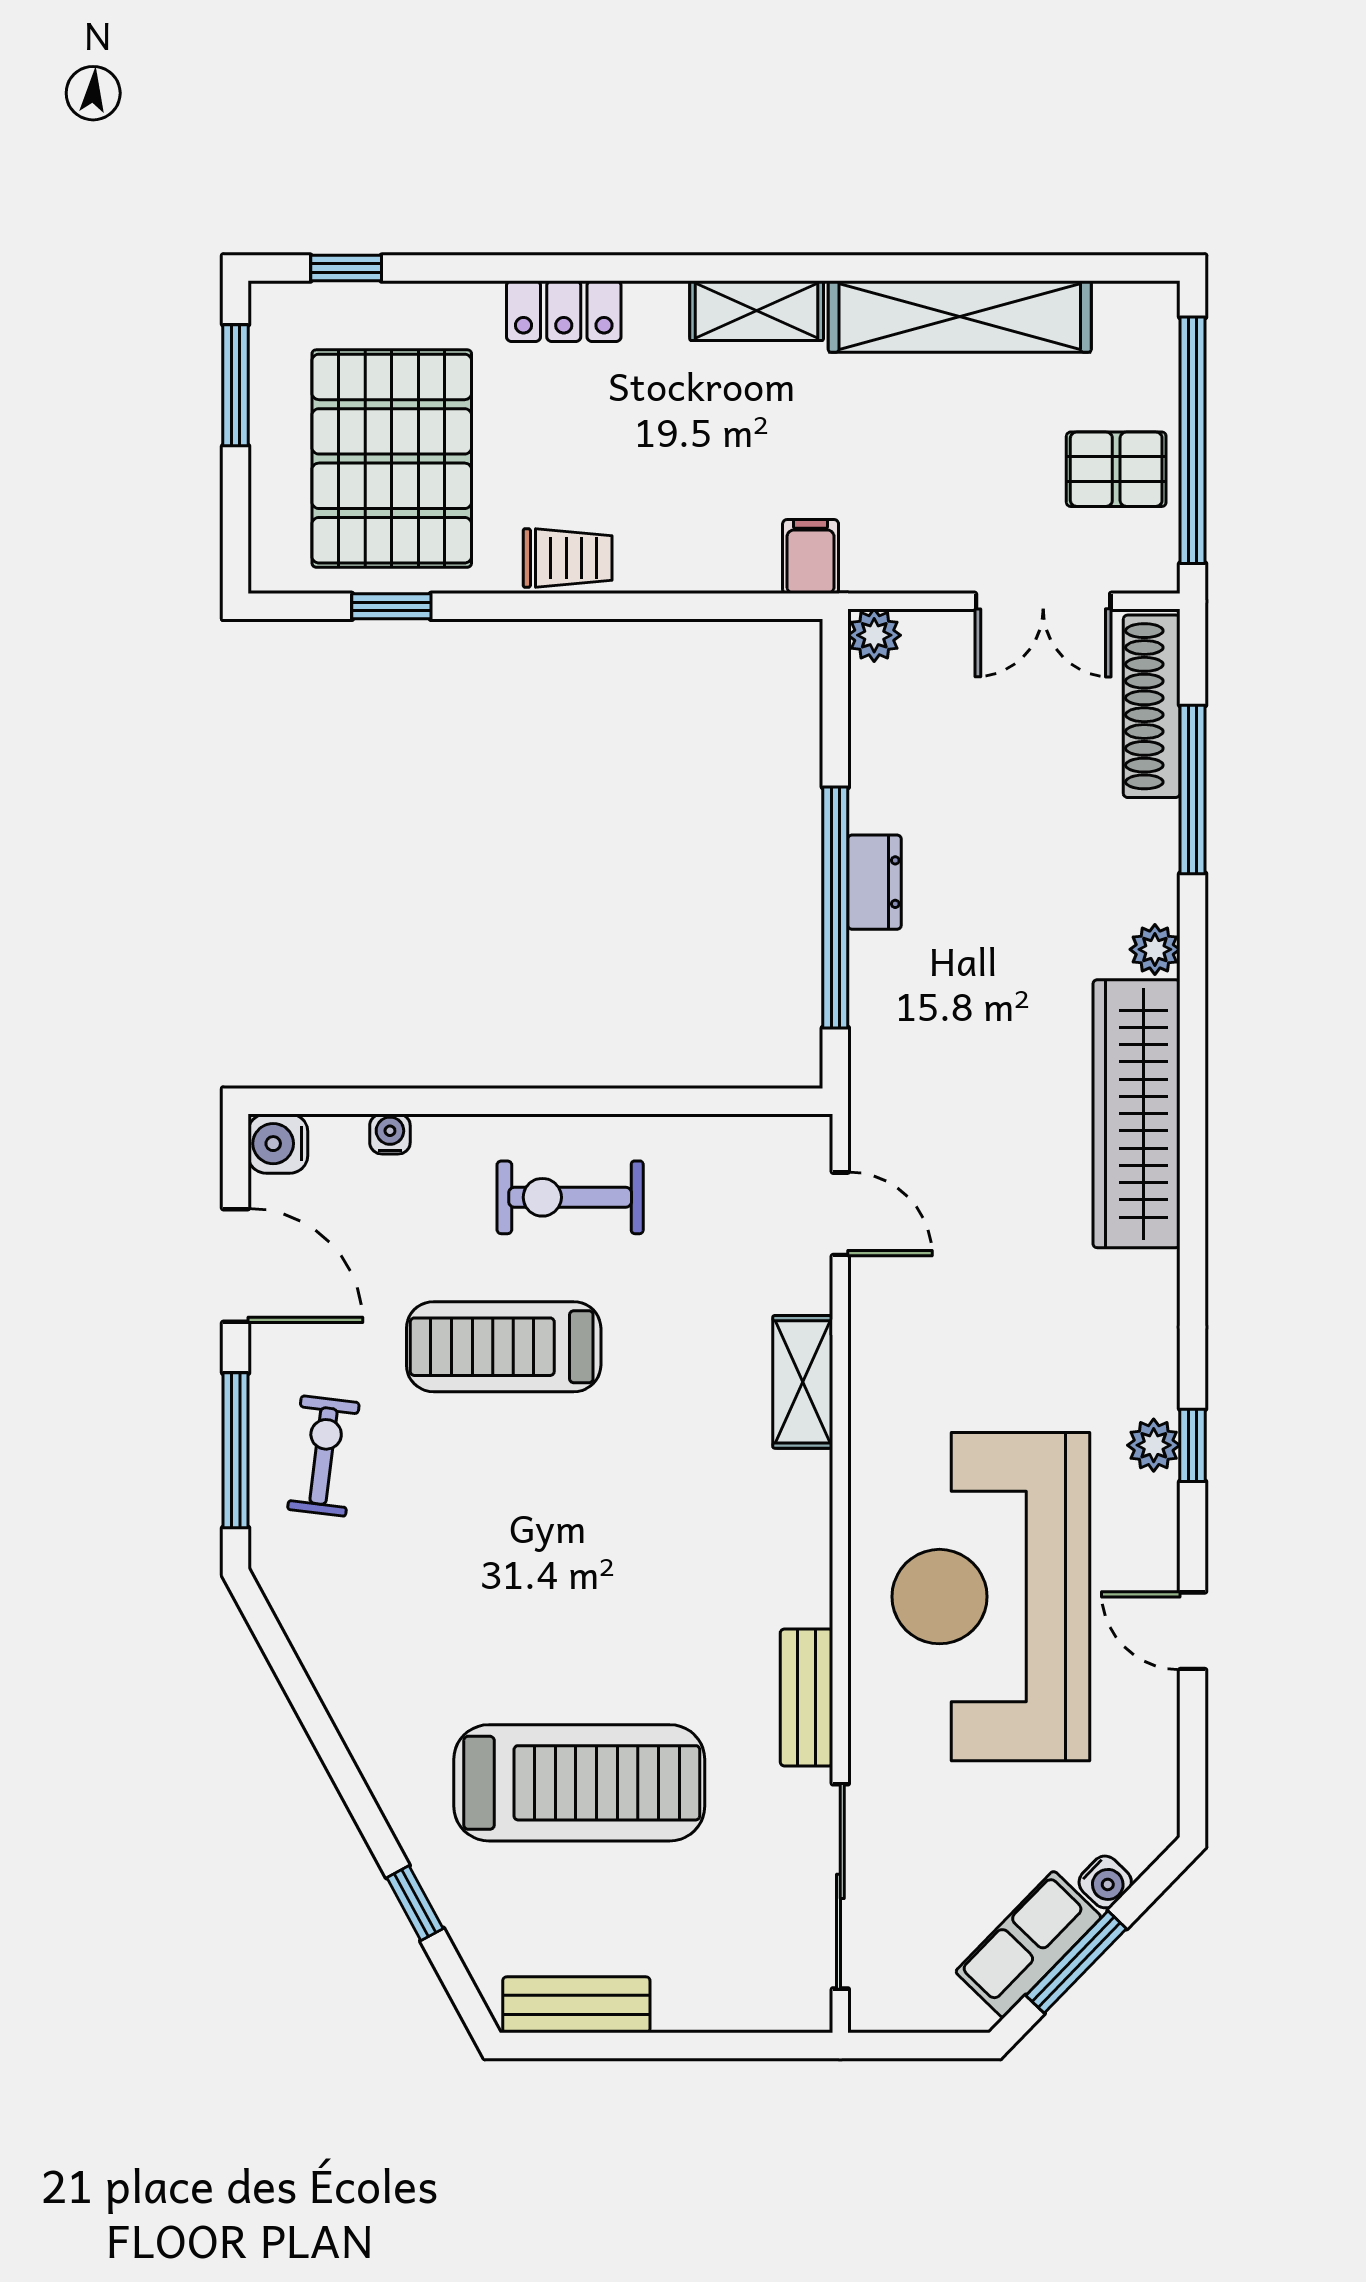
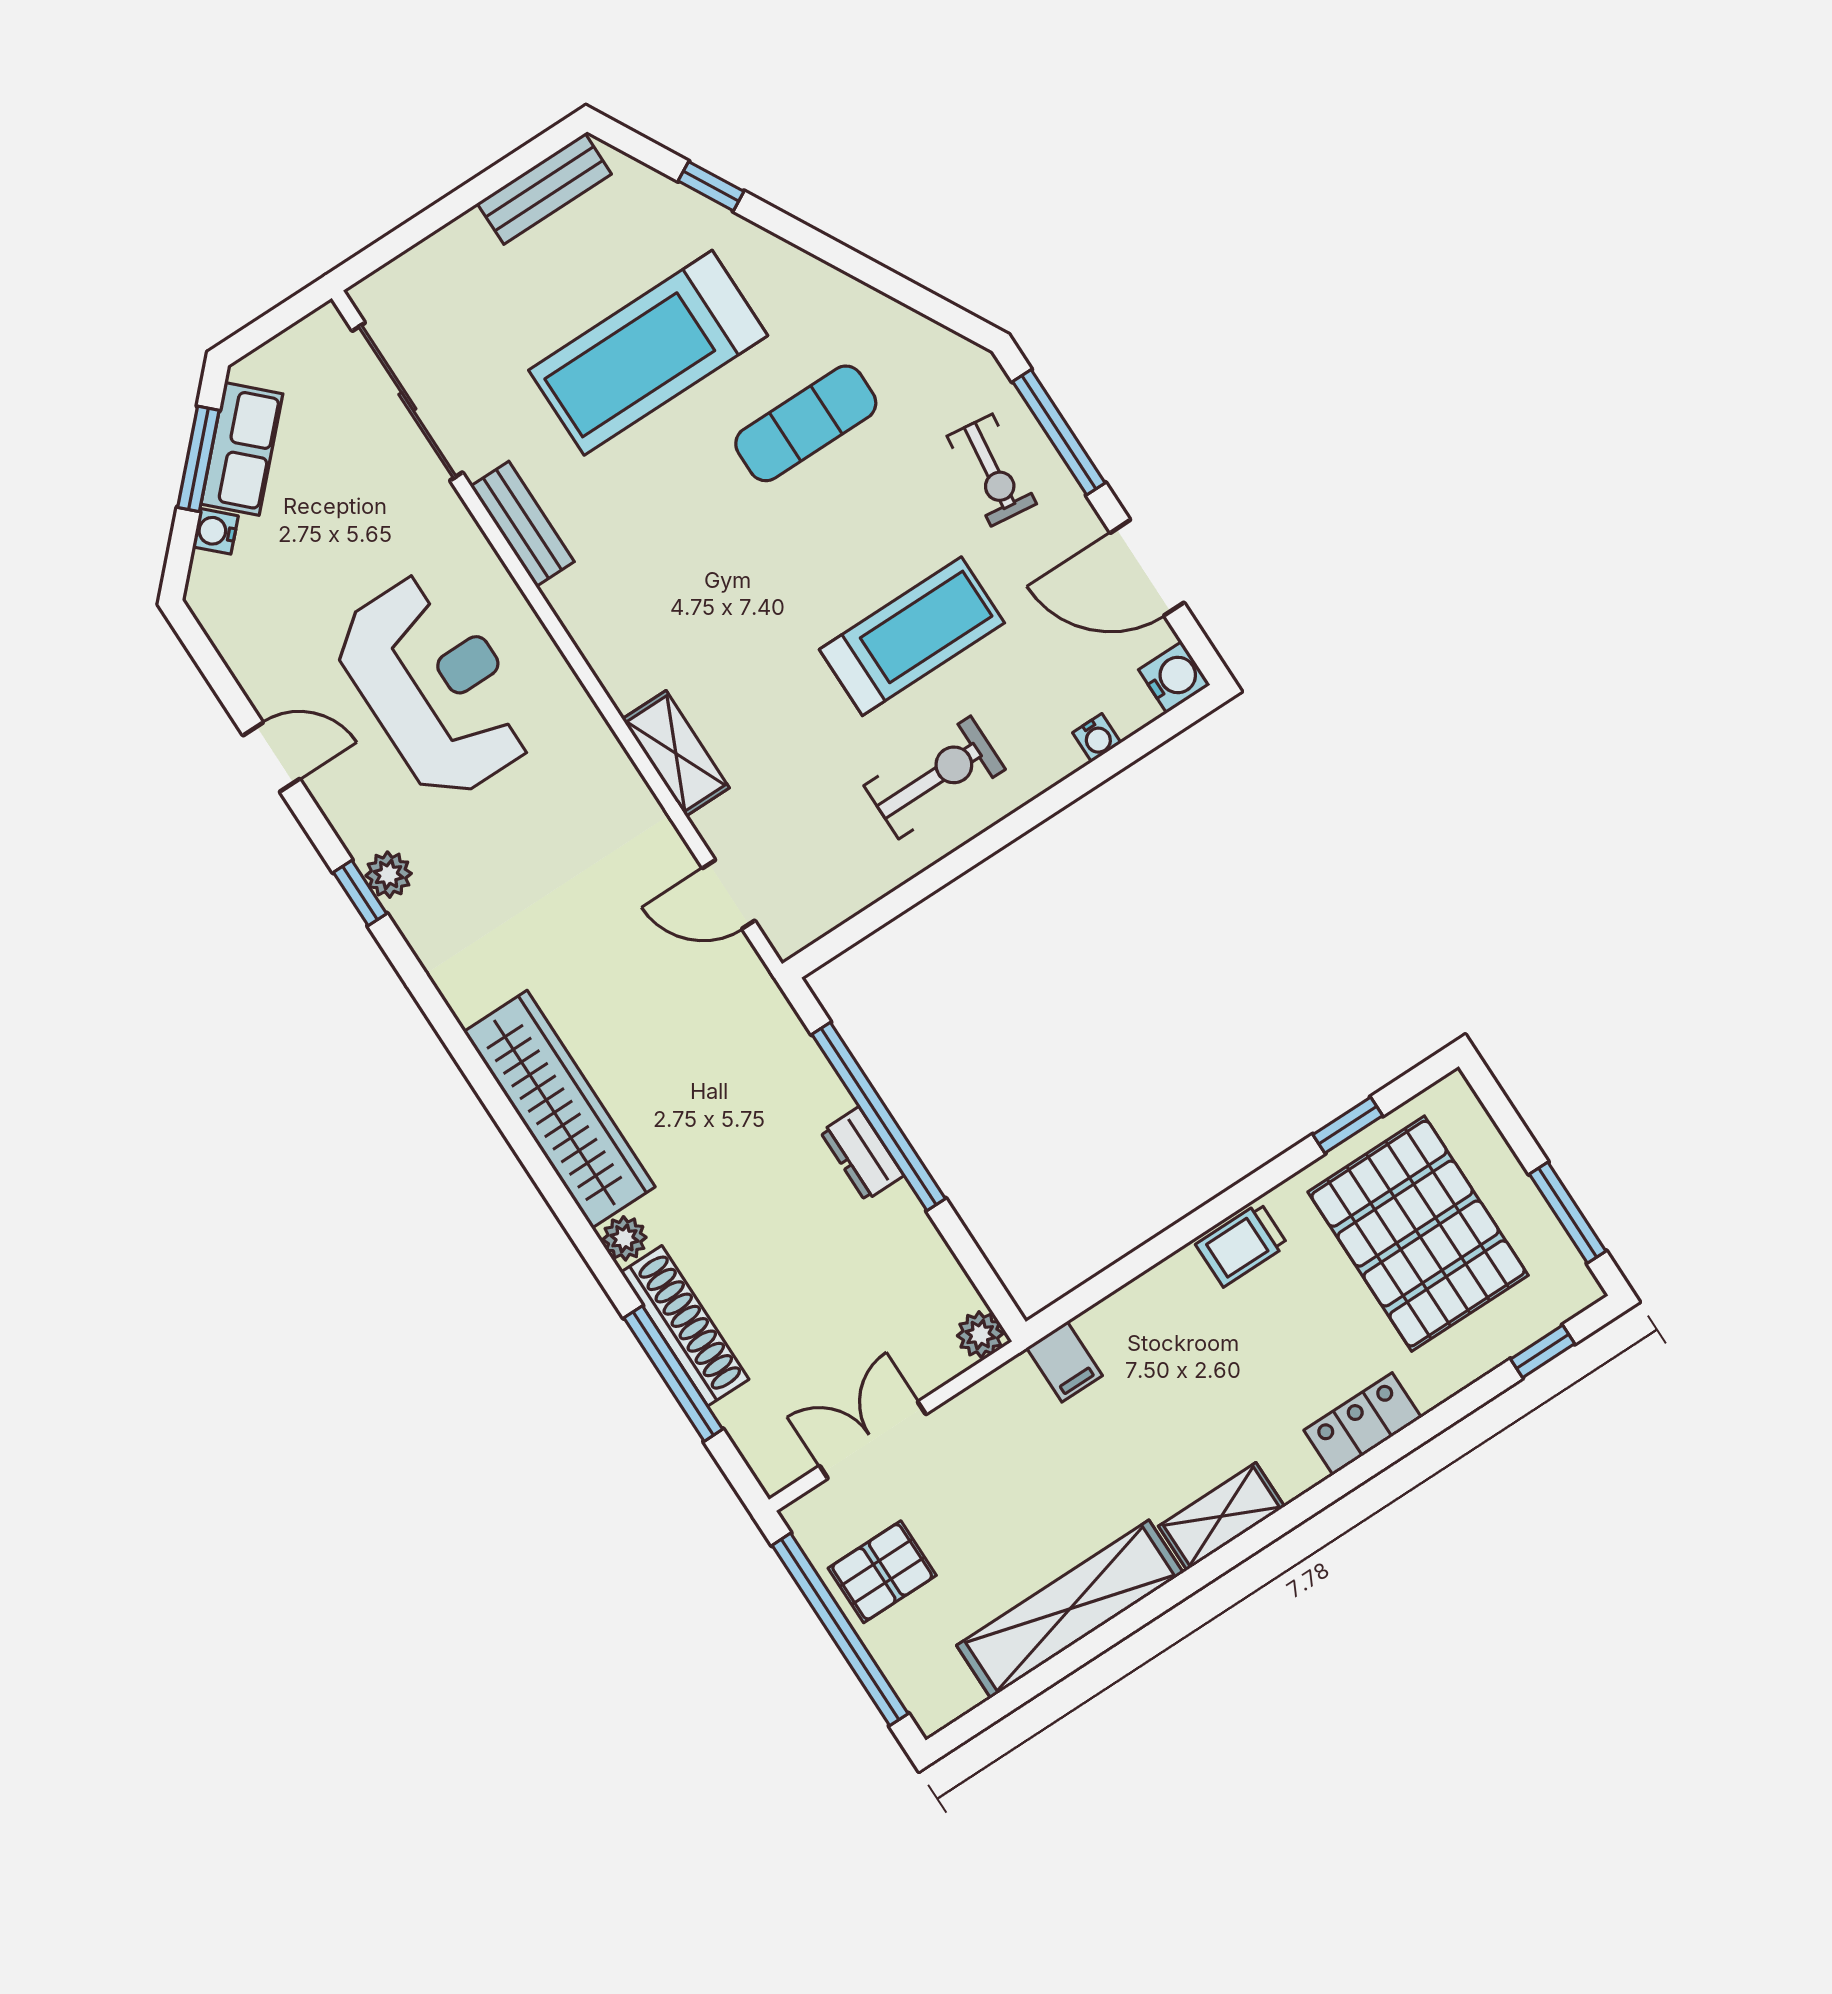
shoe rack: (1152, 706) -> (685, 1326), moved
reception desk: (991, 1597) -> (436, 686), width x0.74, depth x0.77
exercise mat: (472, 1617) -> (806, 423), added

